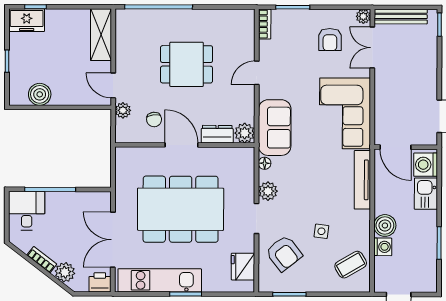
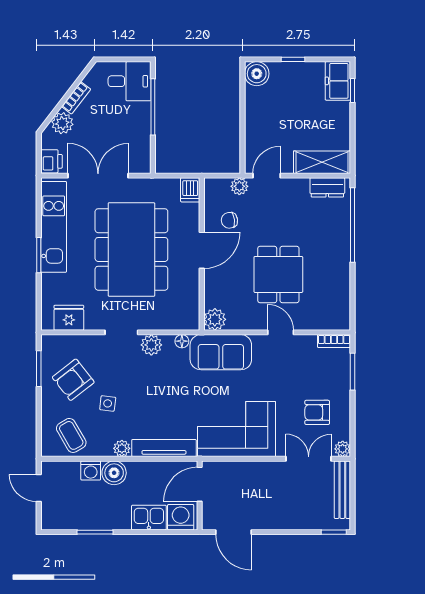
dining table: (187, 64) -> (278, 274), moved
boiler: (40, 94) -> (257, 74), moved
dresser: (217, 134) -> (327, 187), moved, turned 90
dishwasher: (126, 155) -> (190, 190), added
plant: (363, 218) -> (122, 448), added
armchair: (284, 253) -> (73, 380), moved

